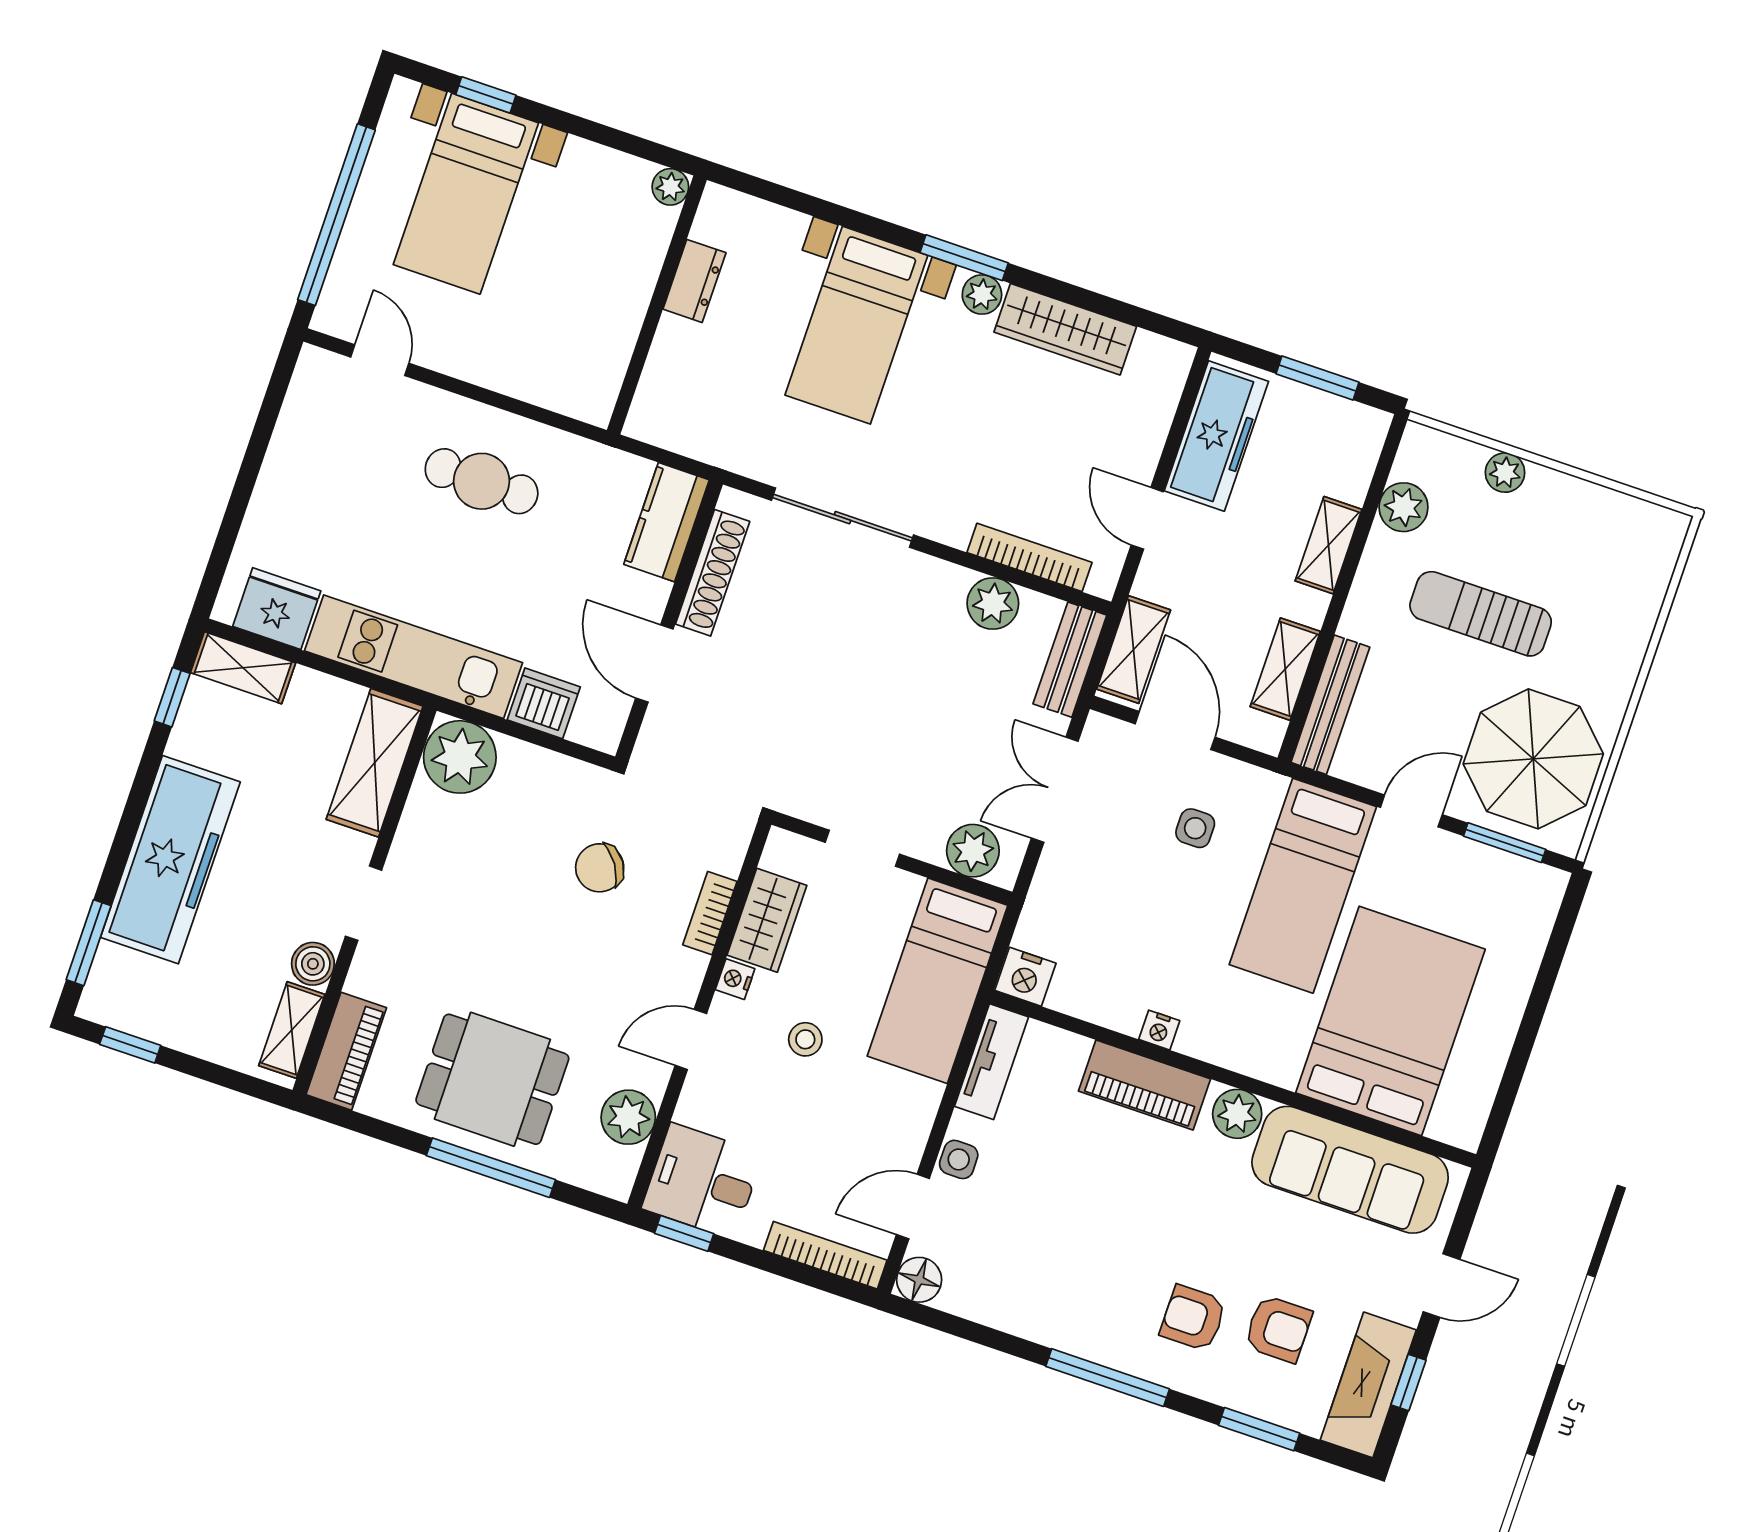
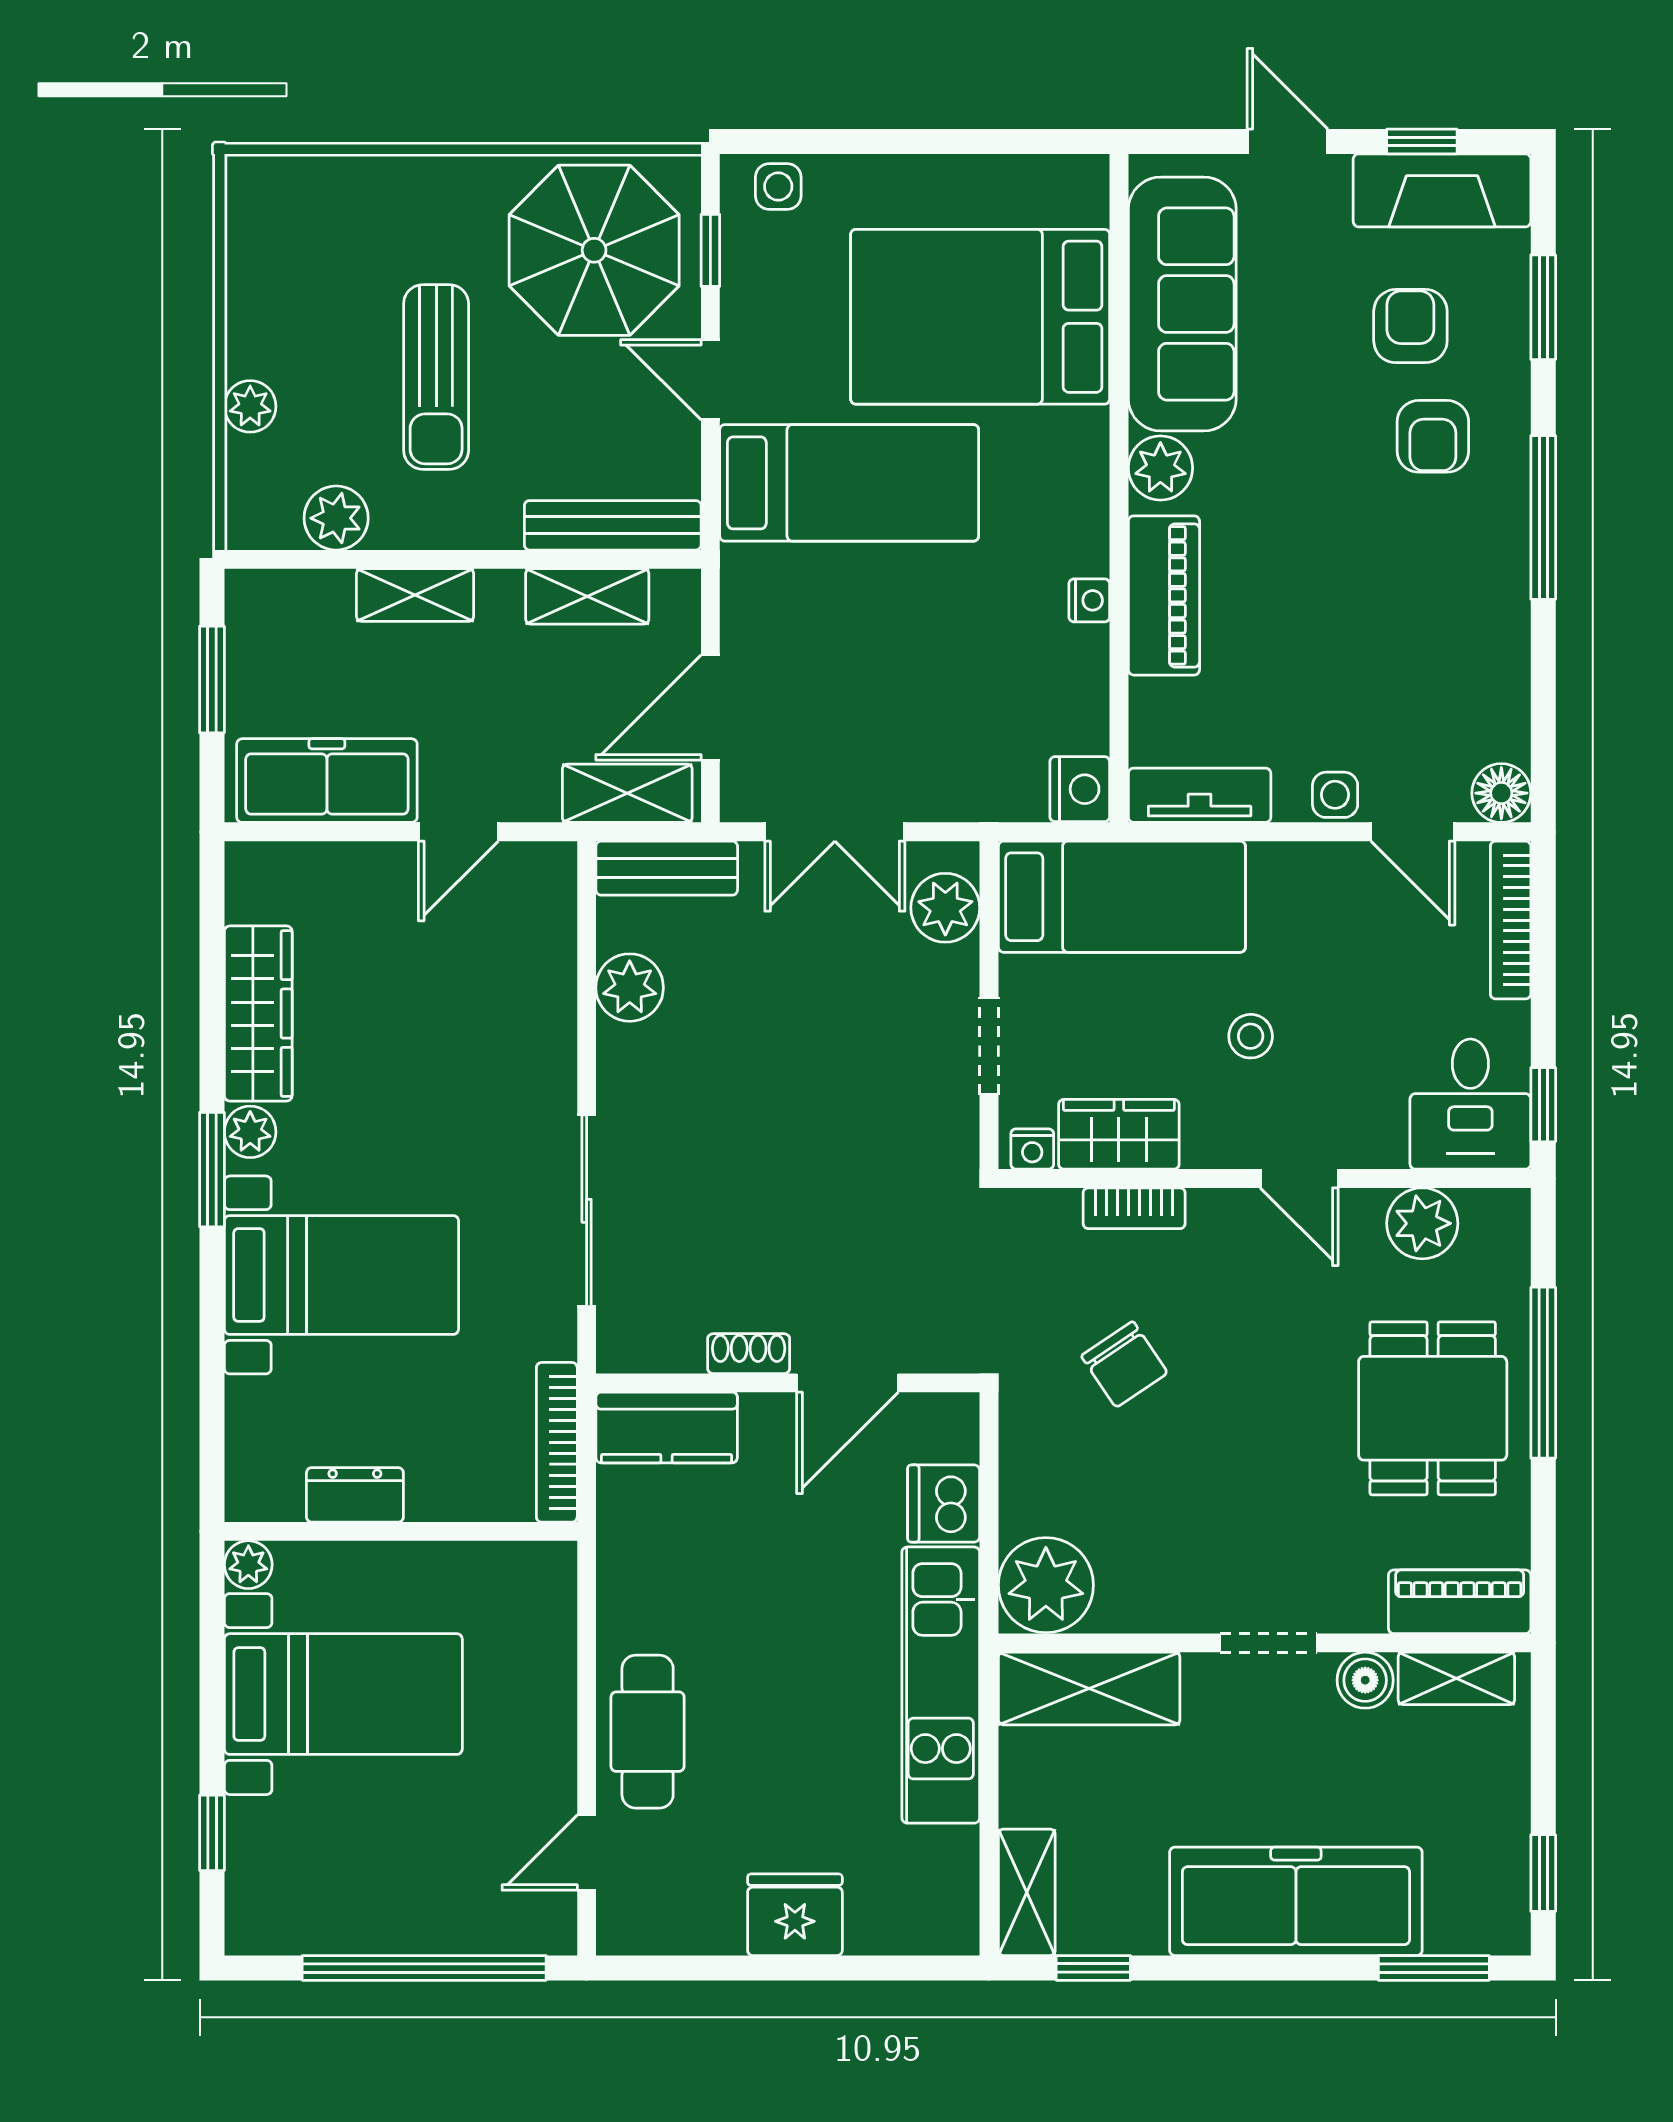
bed with nightstands: (466, 194) -> (343, 1694), moved
cafe table: (482, 481) -> (648, 1732), moved
bookcase: (1029, 557) -> (557, 1442), moved
shoe rack: (713, 573) -> (749, 1354), width x0.51, depth x0.81
fridge: (277, 609) -> (795, 1915), moved, turned 90
side table: (1195, 828) -> (778, 186), moved
window: (1505, 843) -> (710, 250), width x0.67
nightstand: (735, 979) -> (1032, 1149), moved

